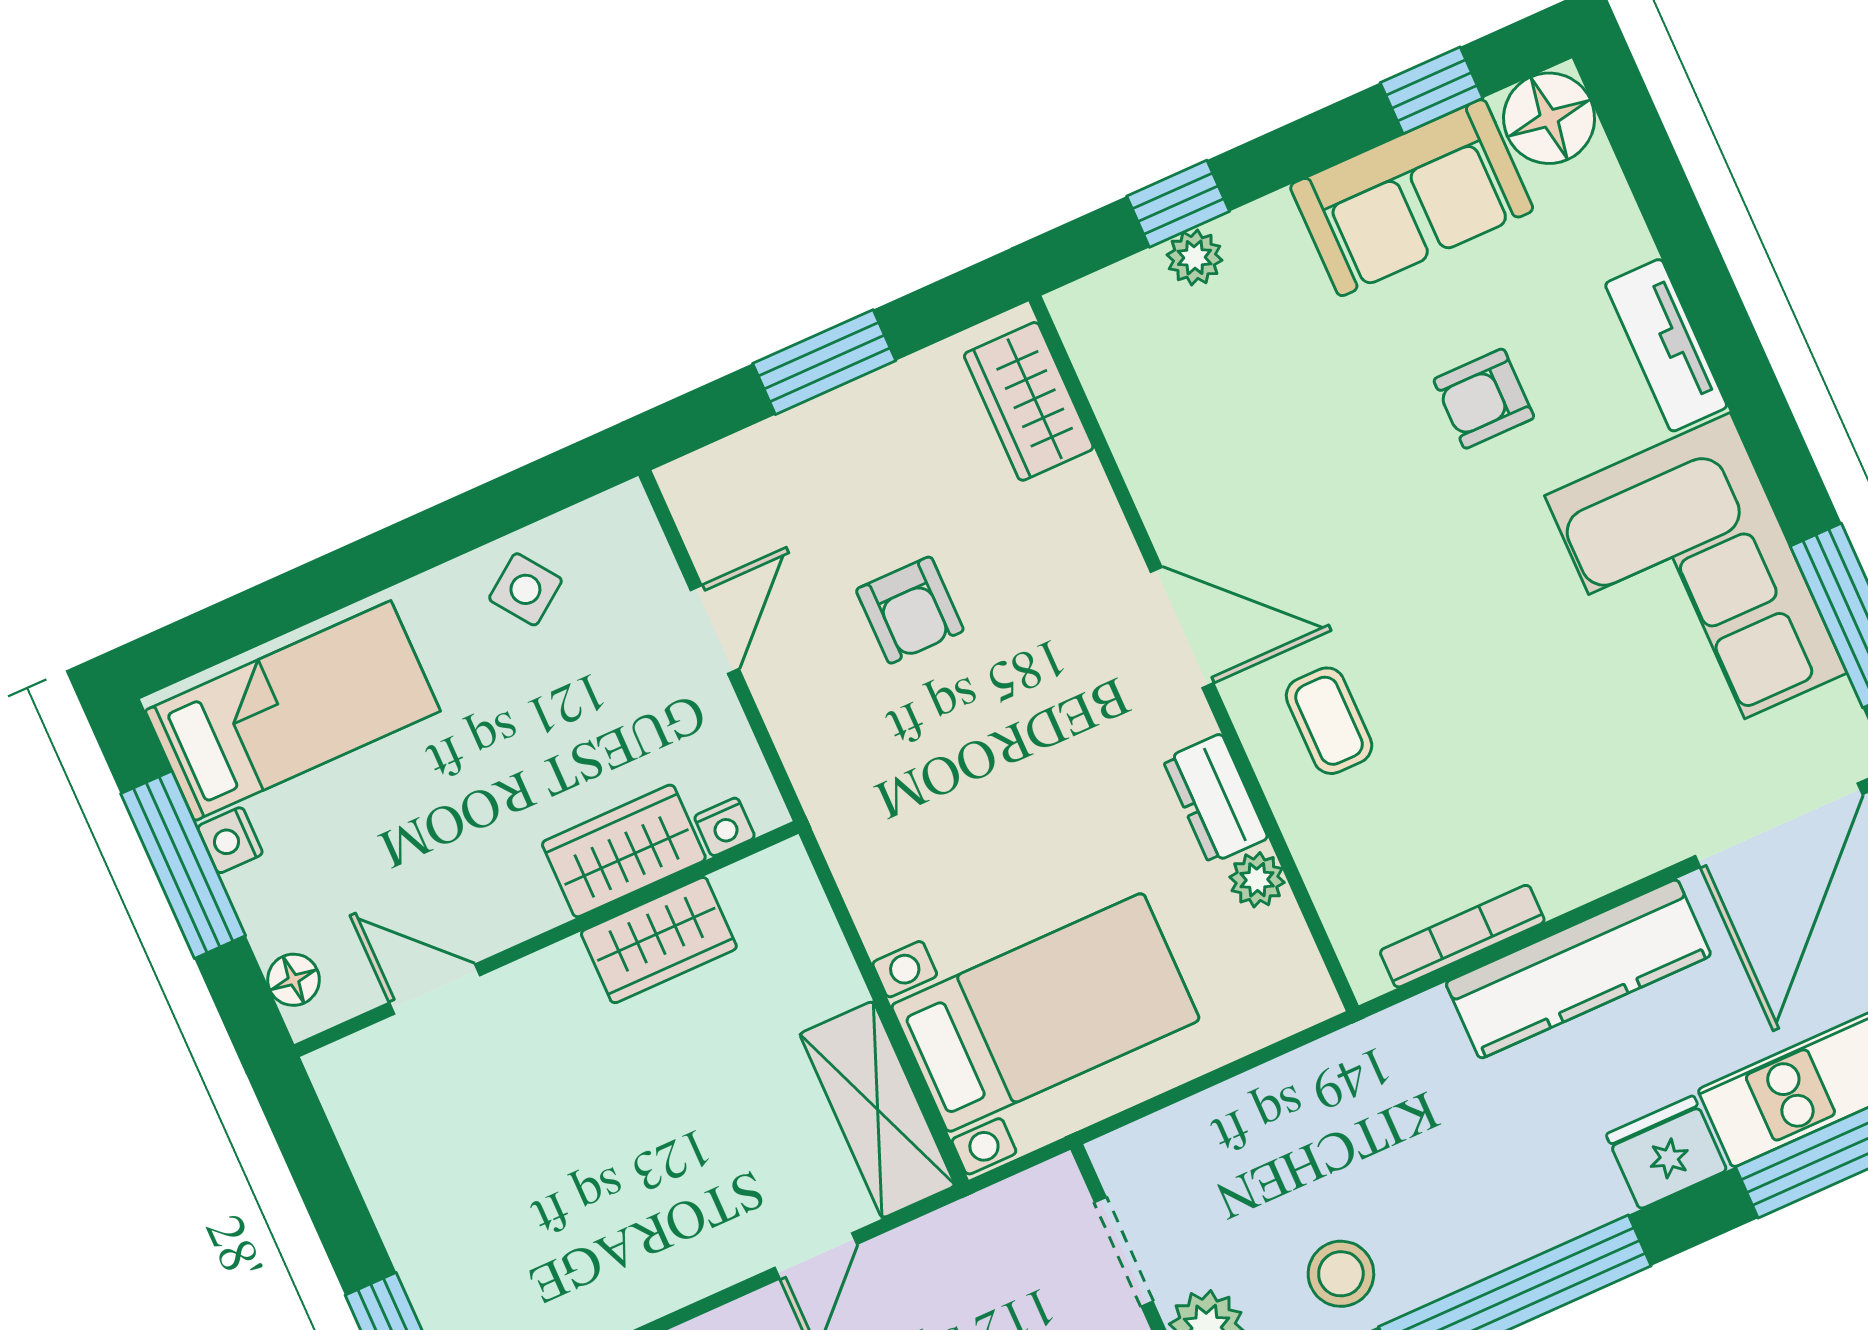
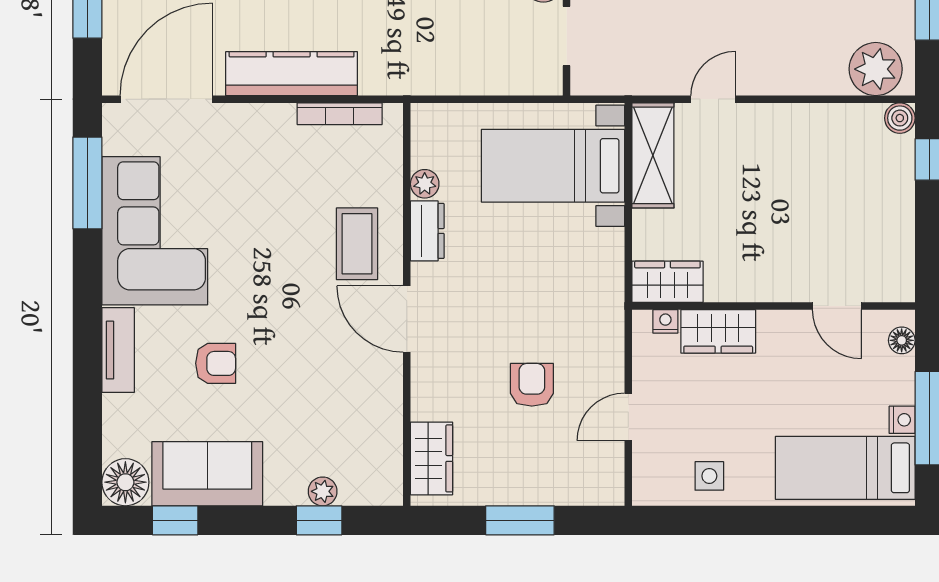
side table: (525, 589) -> (709, 476), turned 36
coffee table: (1329, 721) -> (357, 244), width x1.36, depth x1.30
wardrobe: (659, 940) -> (667, 282), moved

